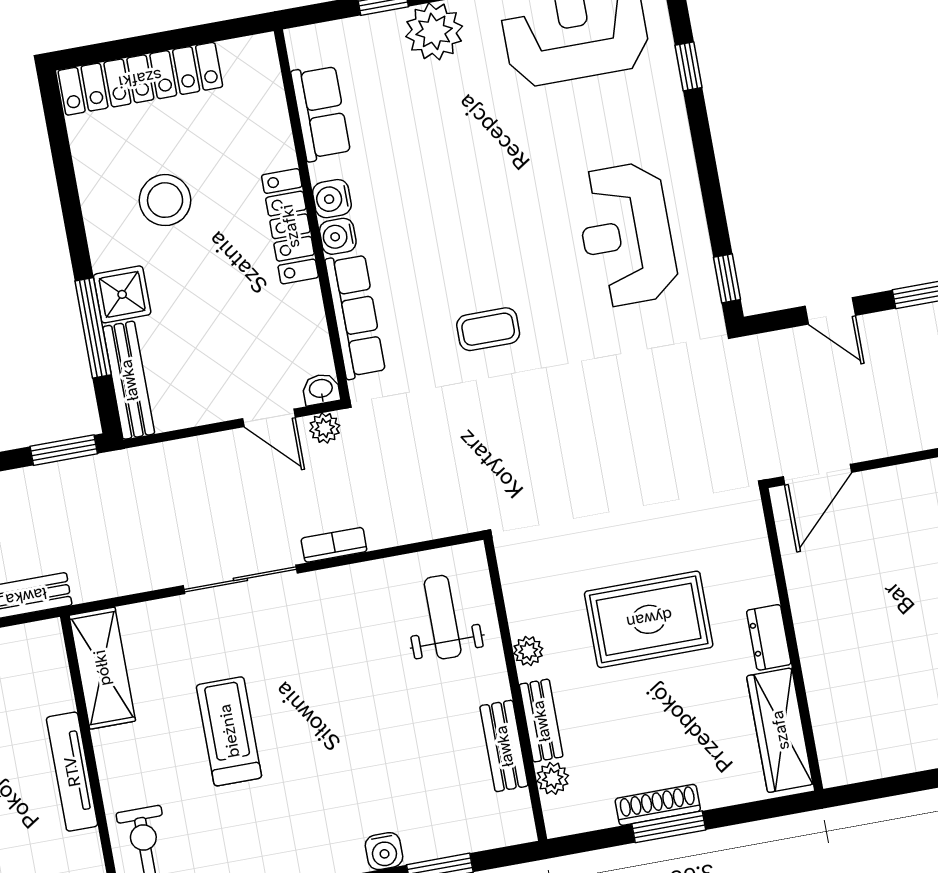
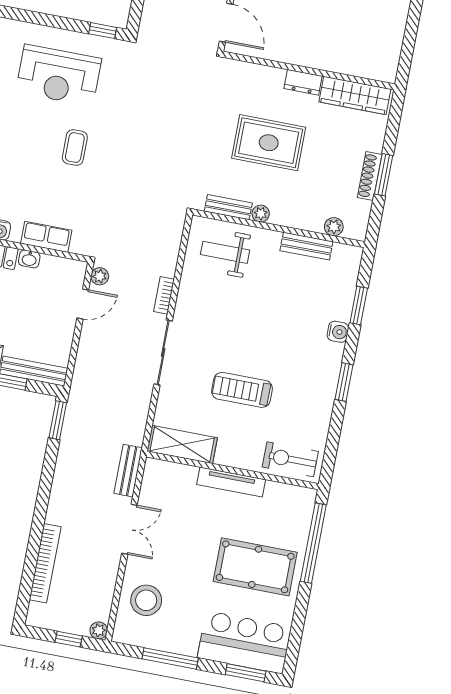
row of seats: (355, 316) -> (46, 237), width x0.68
coffee table: (488, 329) -> (75, 148), moved
washbasin: (321, 389) -> (29, 259), moved, turned -90
rug: (649, 619) -> (269, 143), turned 90
bench: (541, 721) -> (228, 207), moved

